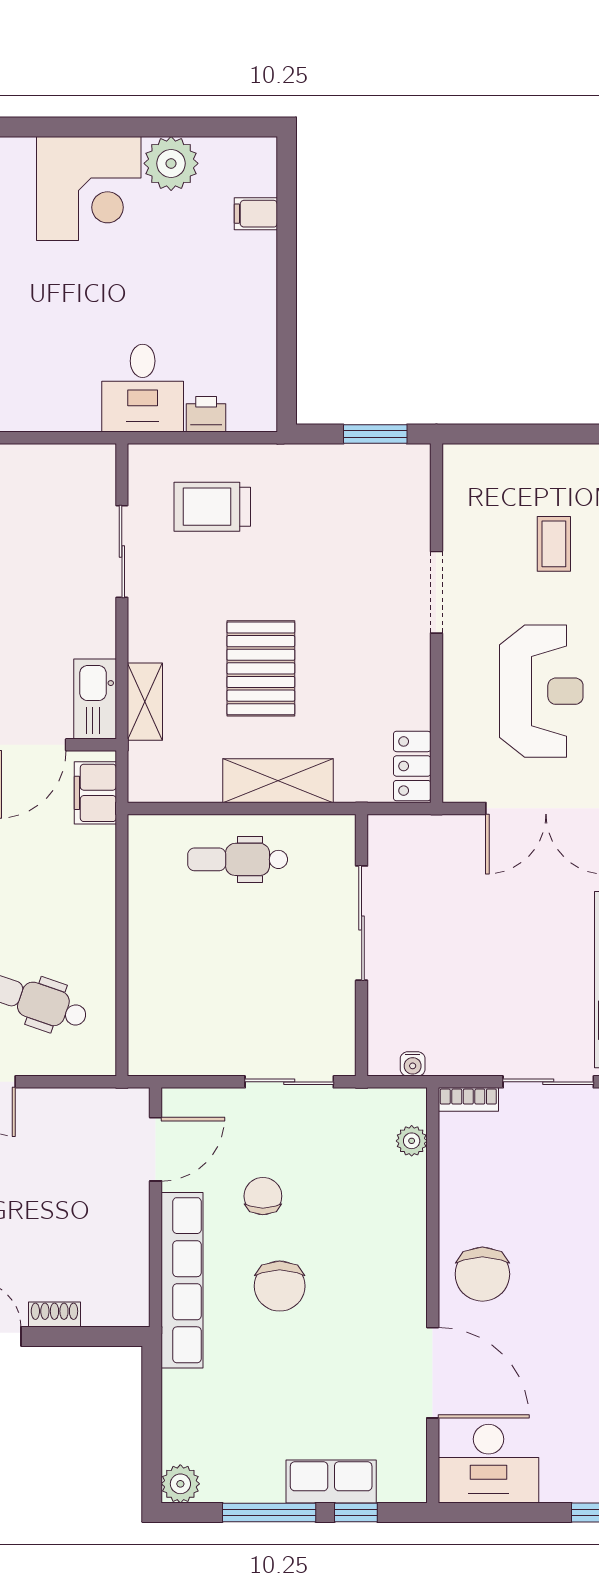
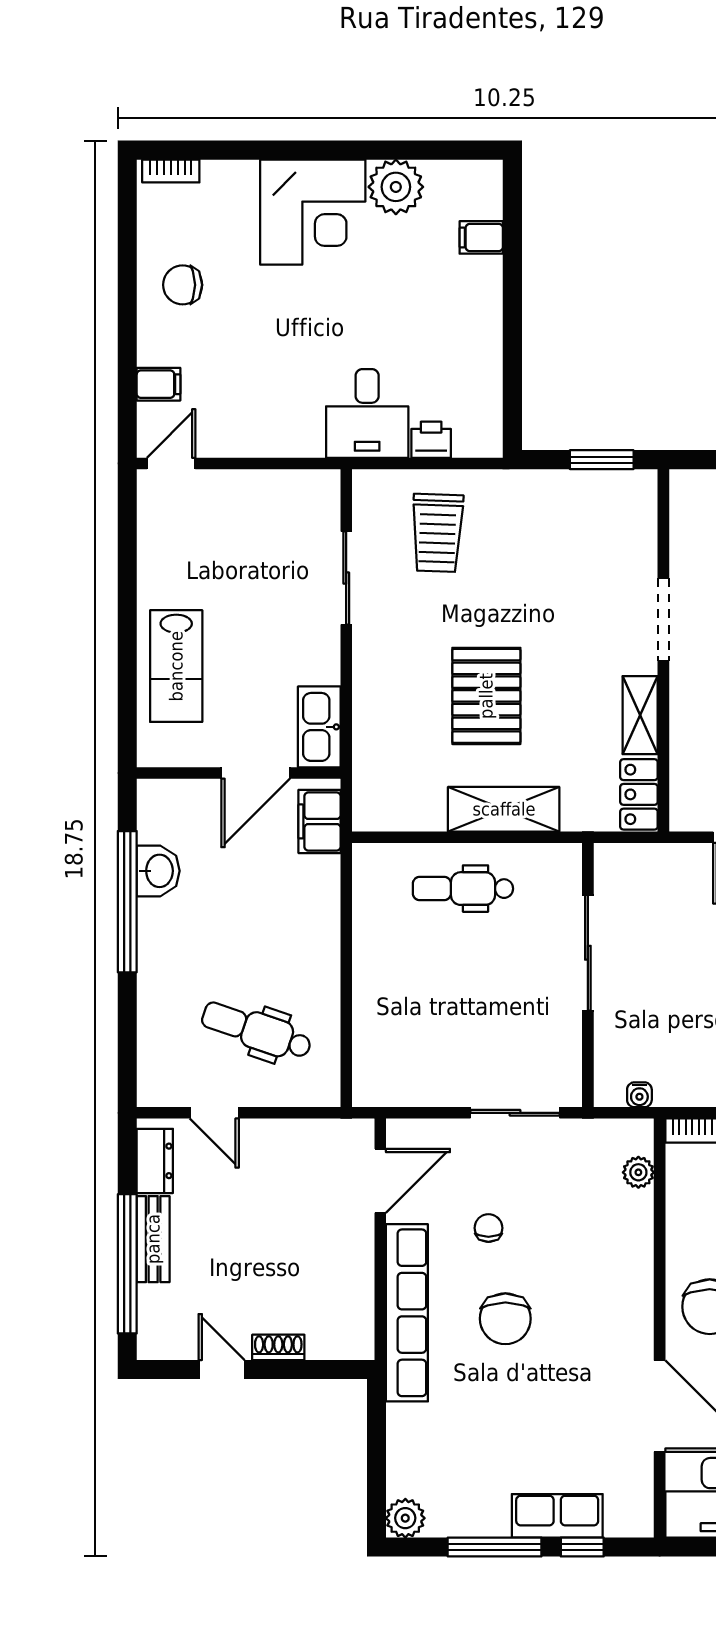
trolley: (212, 507) -> (437, 533), turned -88
shelving: (145, 702) -> (640, 715), moved
chair: (263, 1196) -> (488, 1228), width x0.73, depth x0.73

